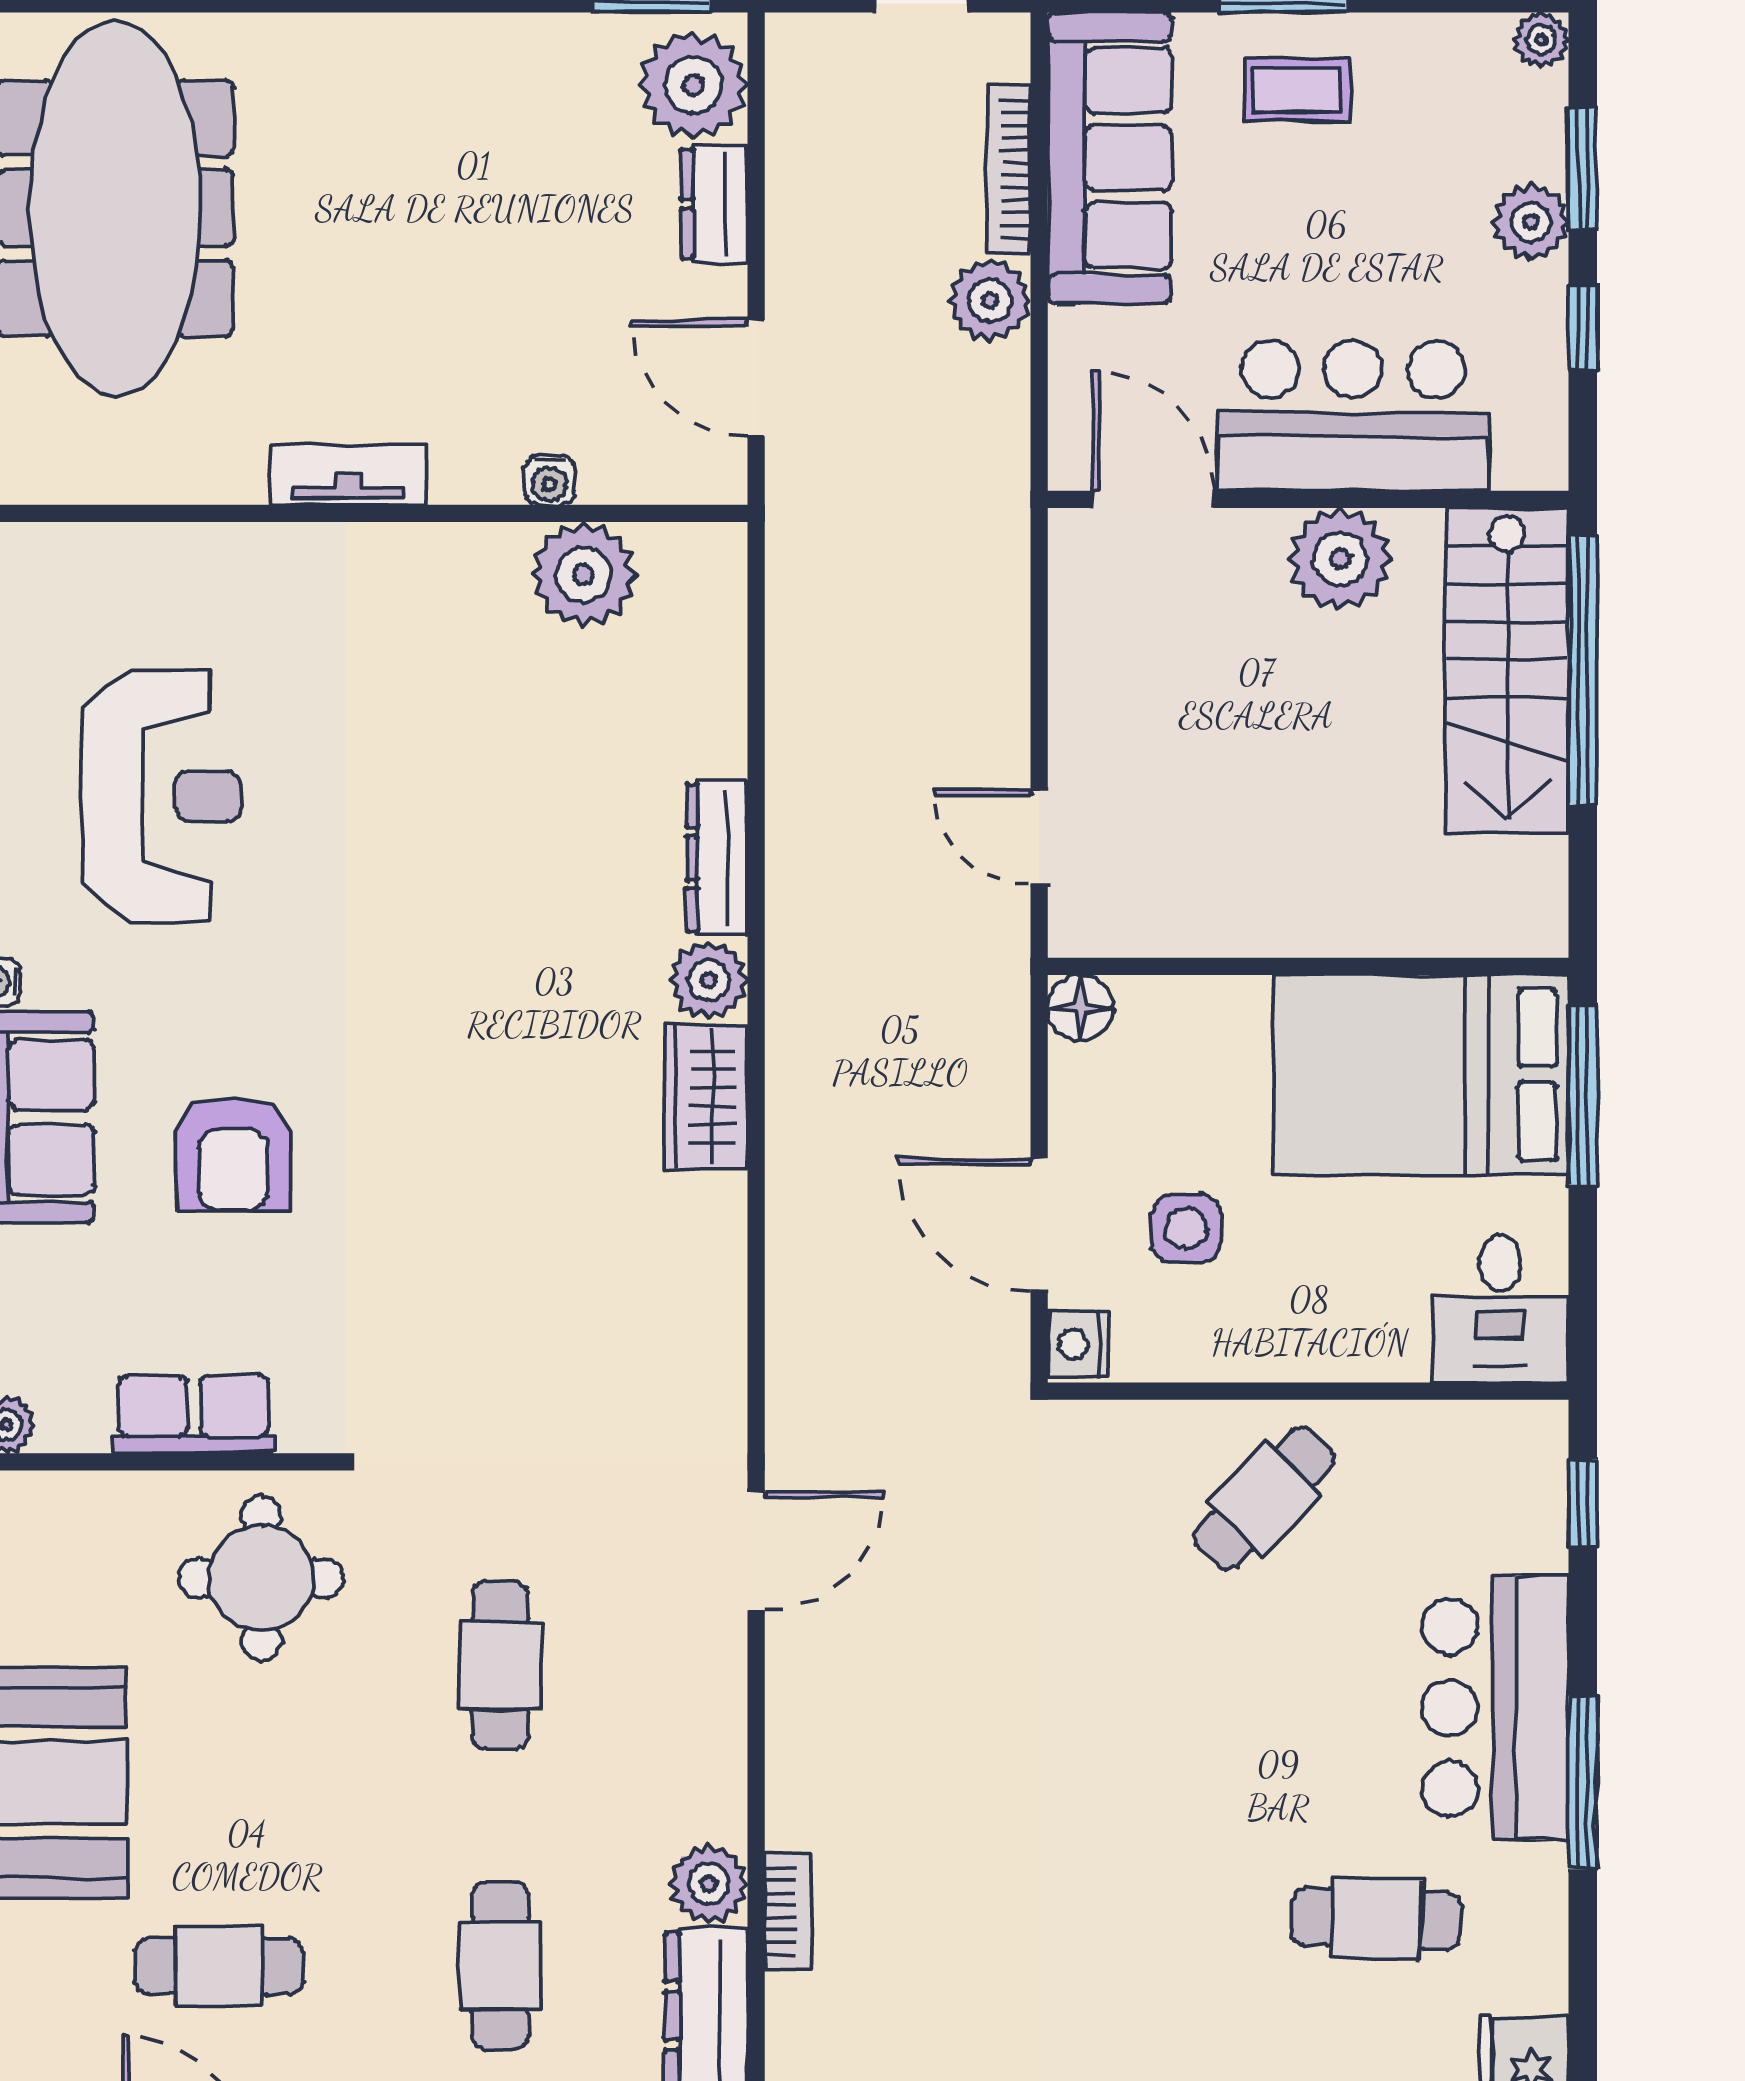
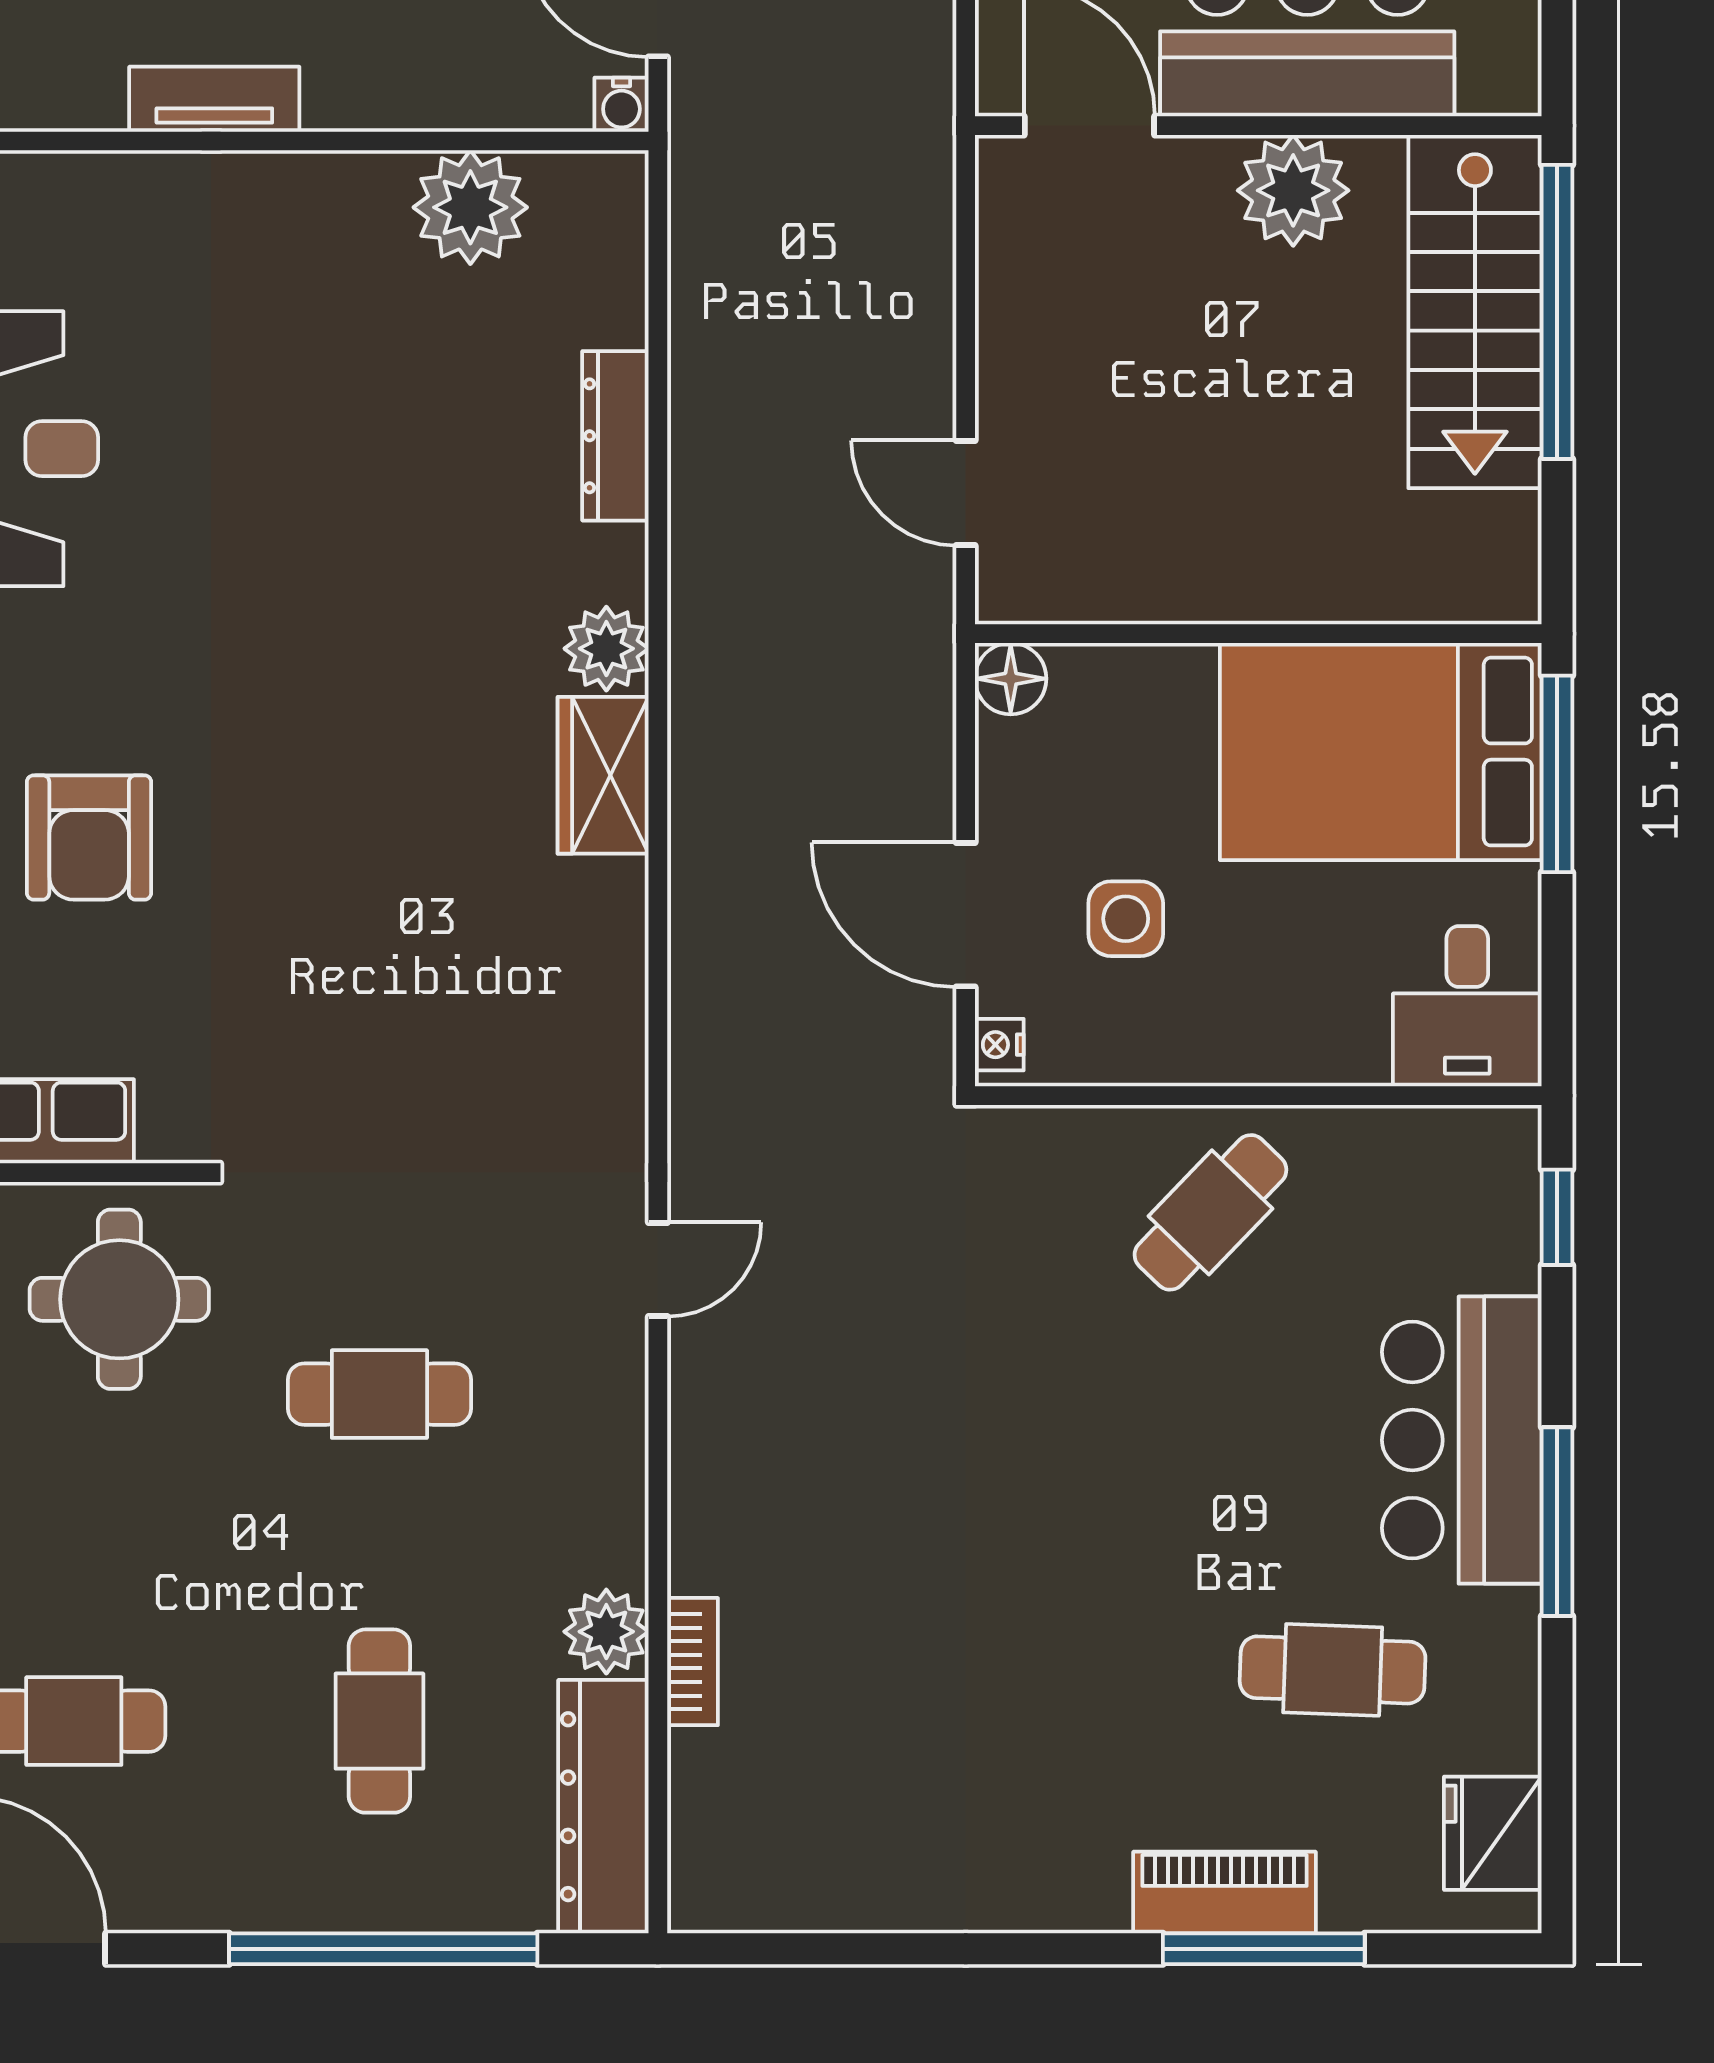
water cooler: (549, 480) -> (621, 105), moved
dresser: (717, 858) -> (615, 436), moved
nightstand: (1078, 1344) -> (999, 1045), width x0.72, depth x0.74
door: (756, 1551) -> (658, 1270), width x0.73
cafe table: (500, 1665) -> (379, 1394), turned 90

